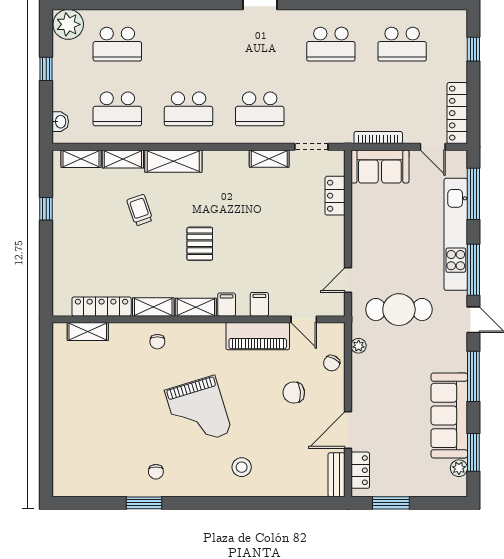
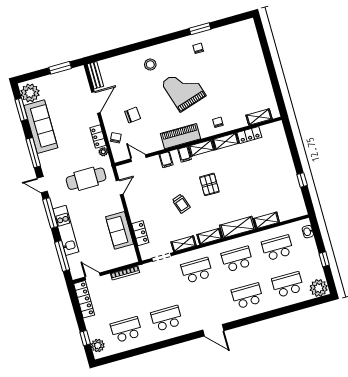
plant: (456, 31) -> (98, 345), added
school desk: (189, 44) -> (247, 296), added
shelving: (81, 159) -> (210, 236), moved
sofa: (380, 166) -> (120, 230), moved, turned -90
trolley: (140, 210) -> (181, 204), moved
kitchen unit: (456, 234) -> (66, 230), width x0.73
locker: (102, 307) -> (249, 135), width x0.66
piano: (258, 336) -> (181, 136), moved
plant: (459, 468) -> (30, 93), width x1.88, depth x1.88
locker: (360, 470) -> (98, 137), moved

